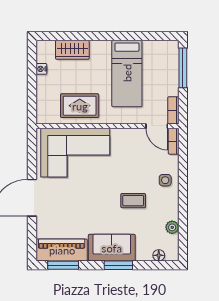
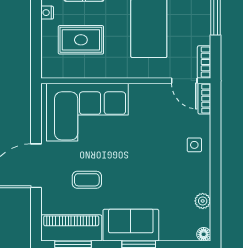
rug: (80, 106) -> (81, 40), moved
coffee table: (133, 201) -> (87, 180), moved
floor lamp: (159, 255) -> (204, 234), moved

